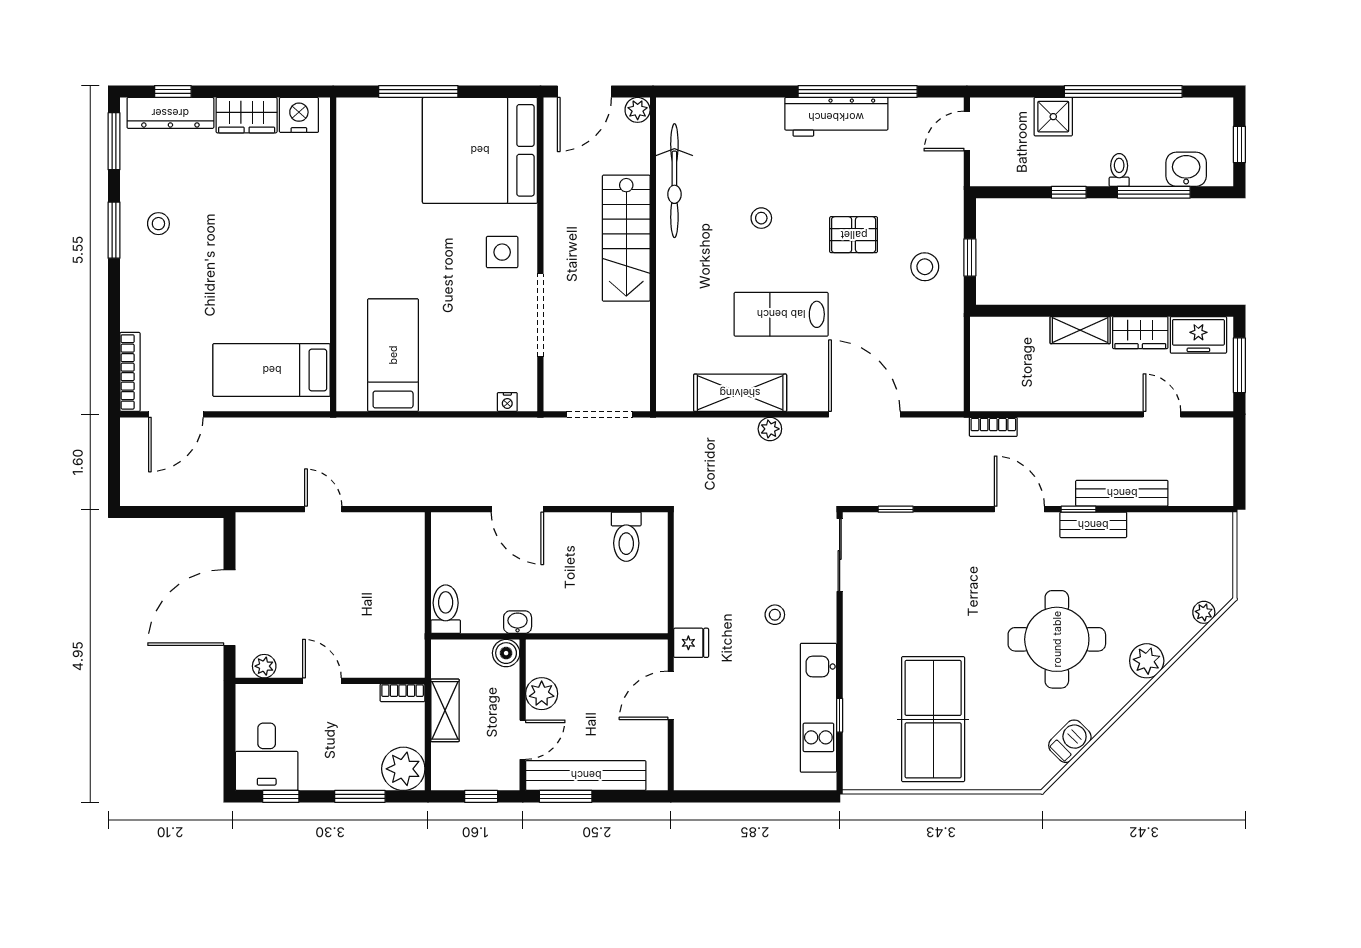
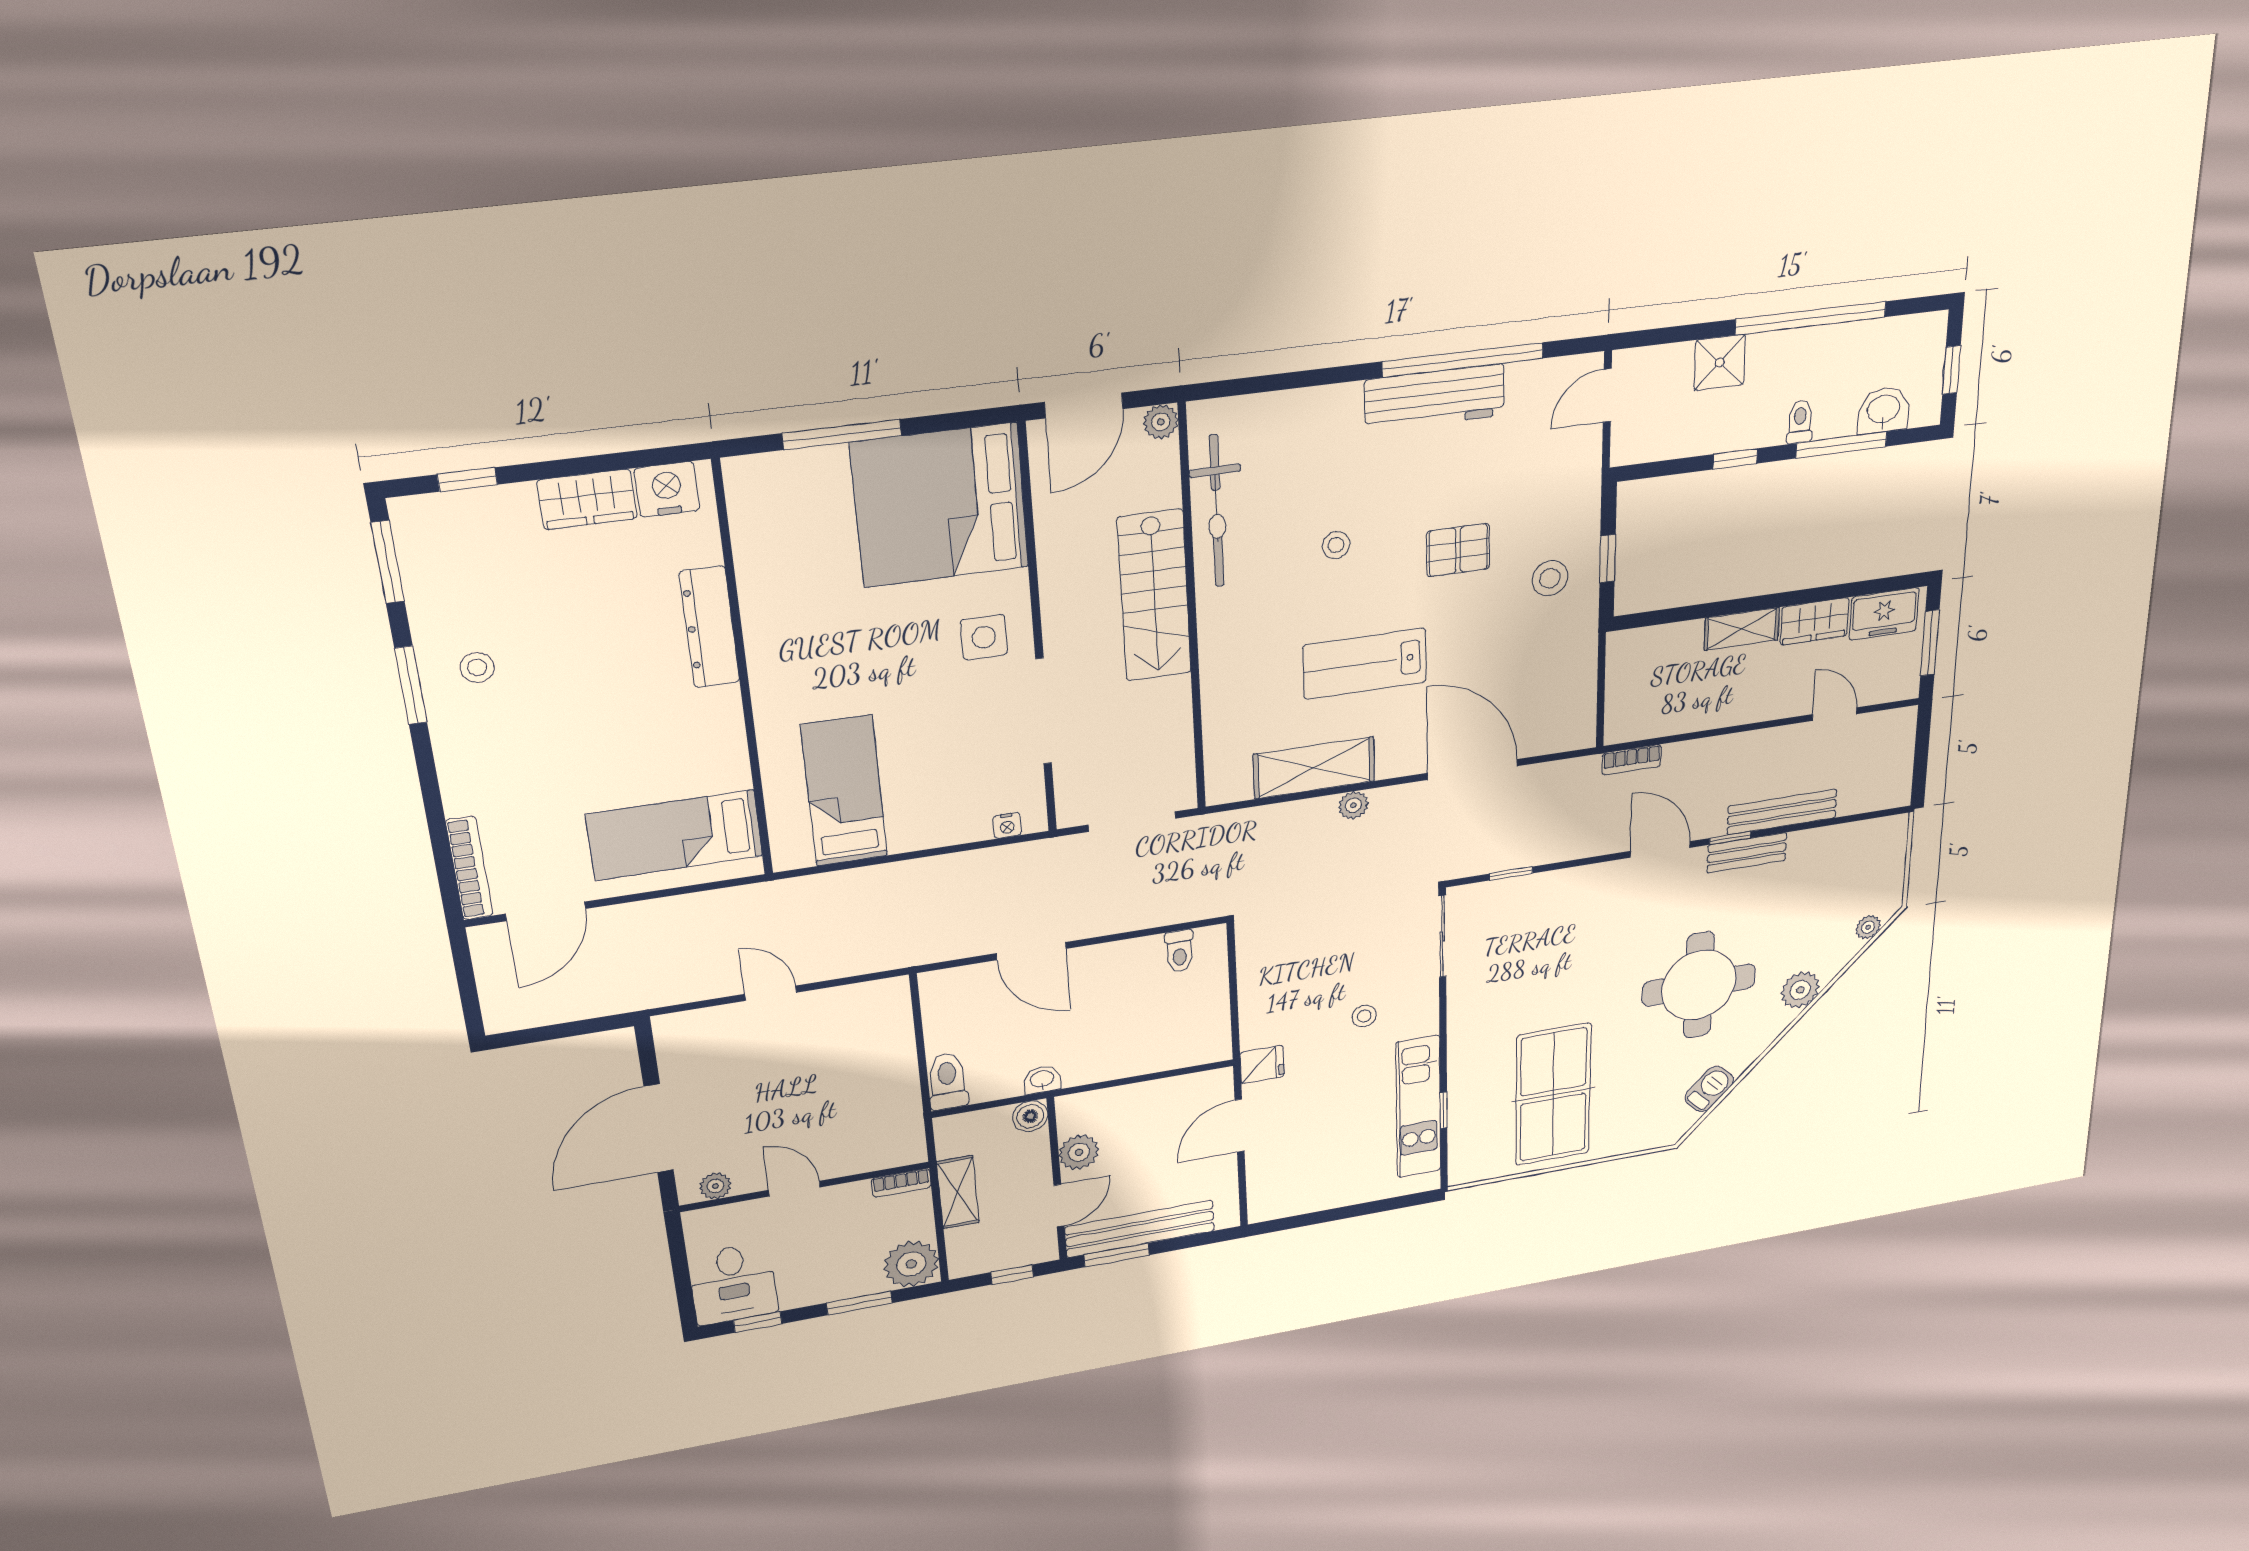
dresser: (170, 113) -> (710, 627), moved, turned 90
toilet: (626, 537) -> (1180, 951), width x0.73, depth x0.72

